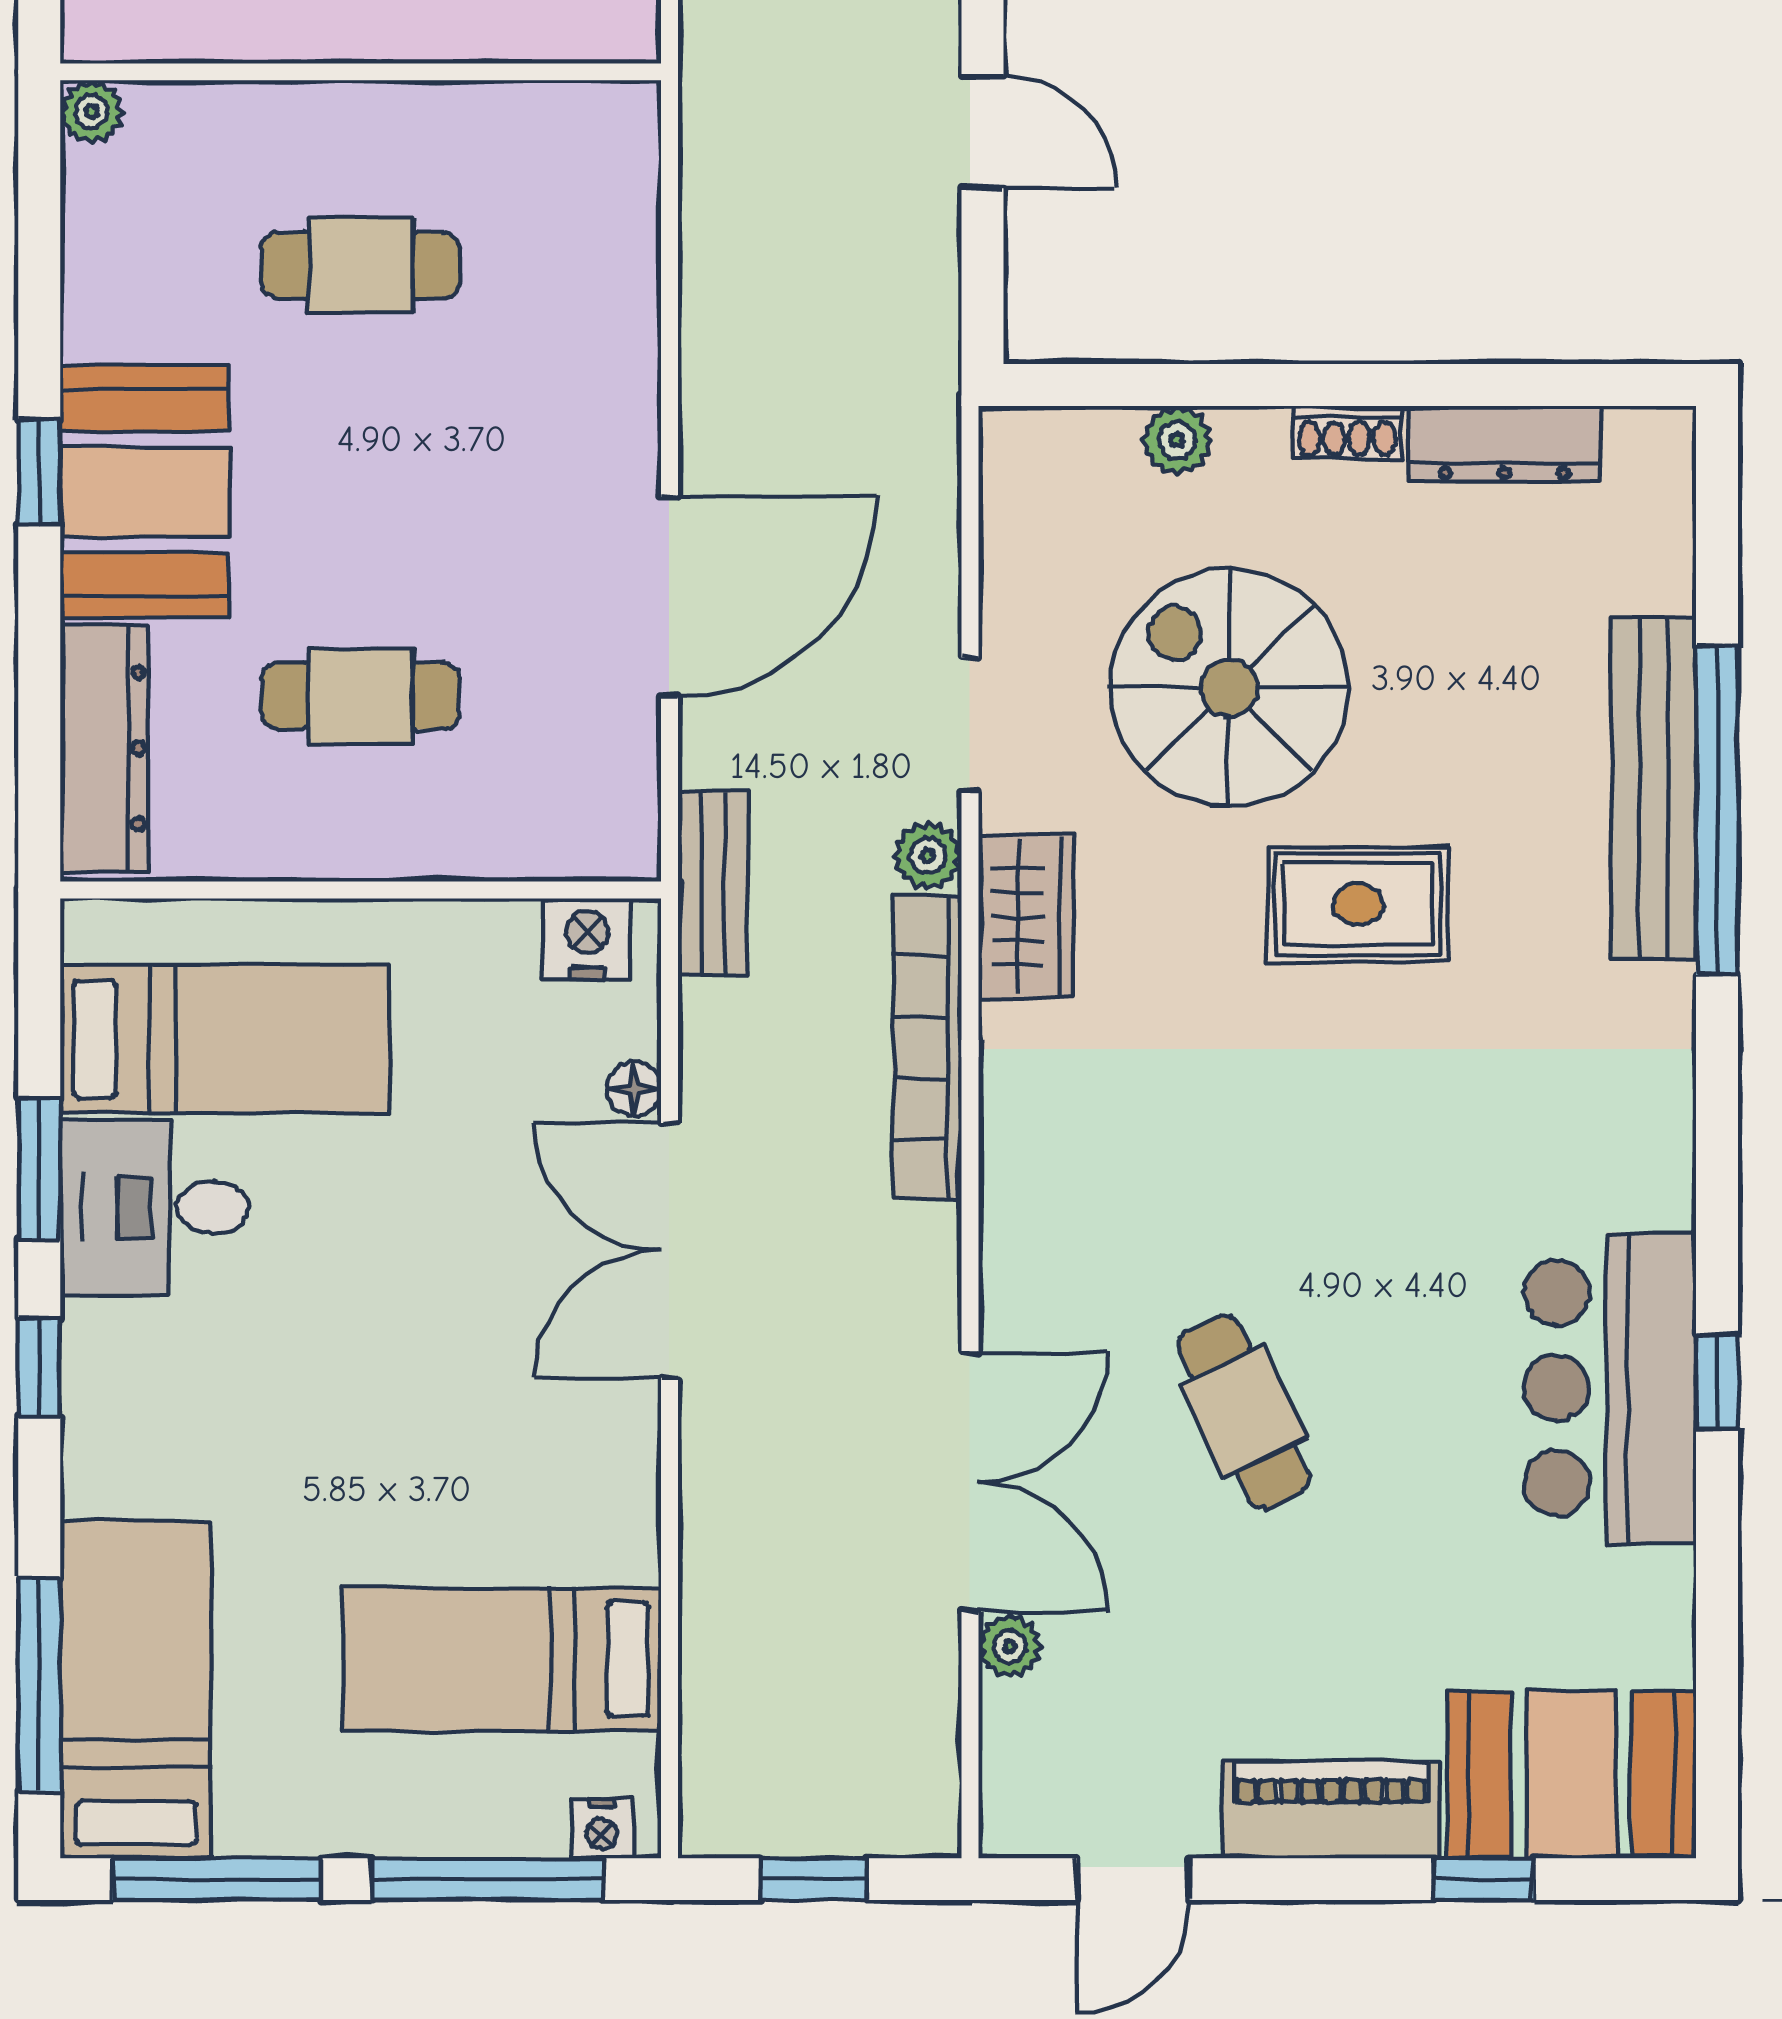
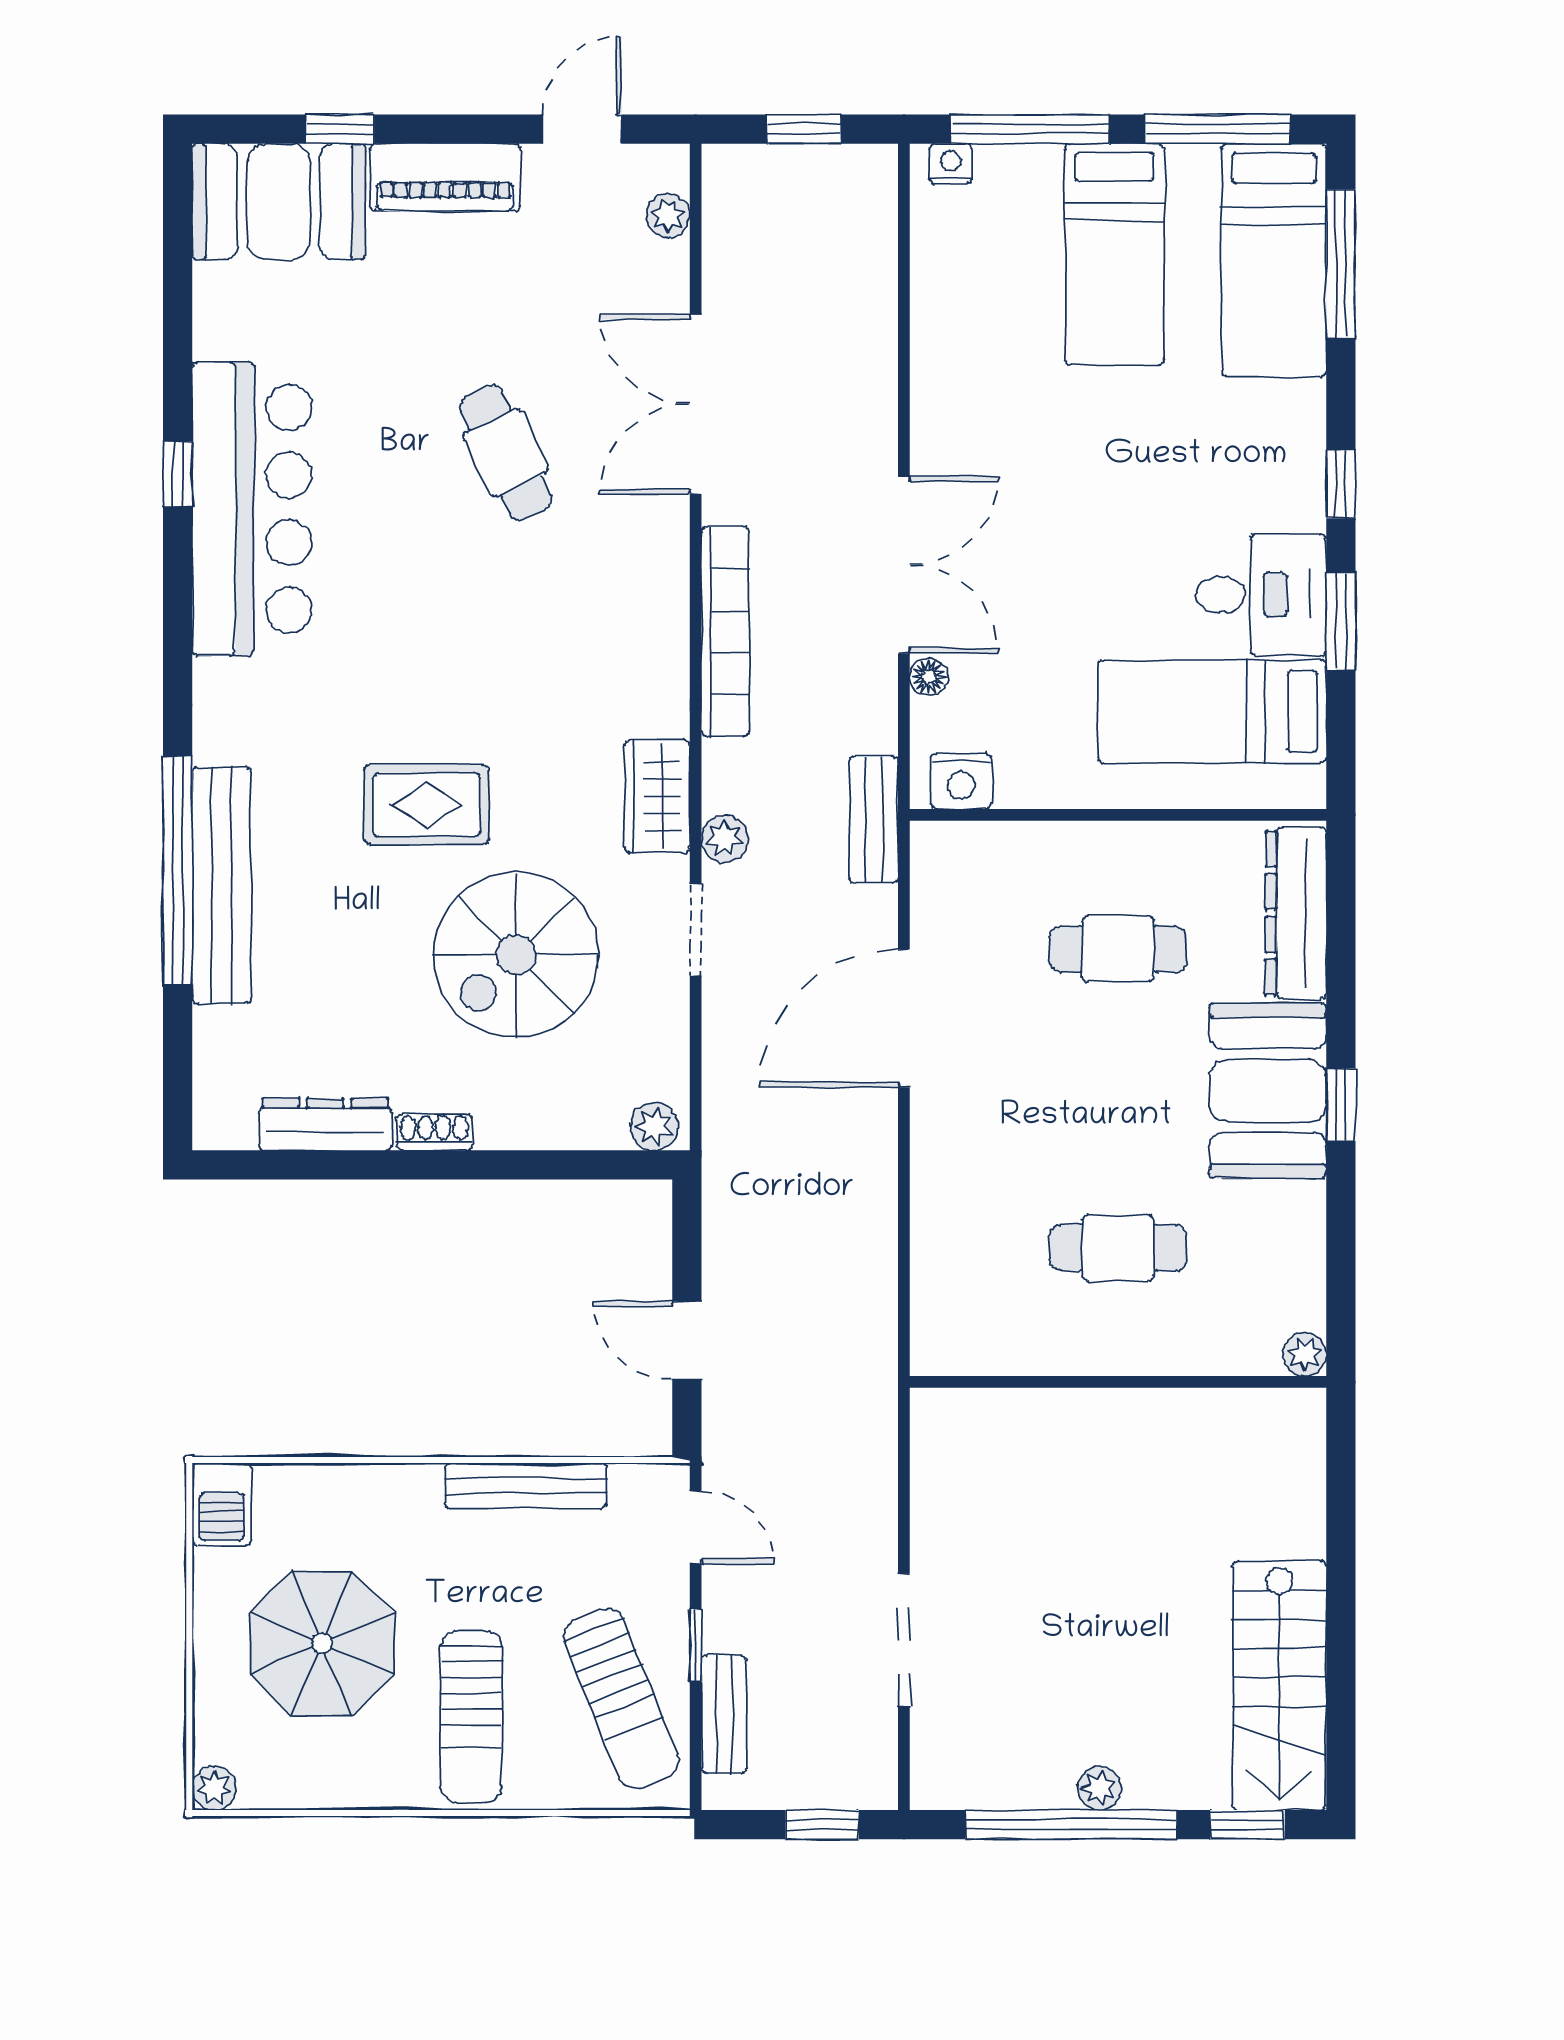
plant: (1177, 440) -> (654, 1127), moved
spiral stairs: (1229, 688) -> (516, 955), turned 90
bookcase: (927, 1048) -> (725, 632), moved
bar counter: (1610, 1388) -> (252, 509), width x1.36
plant: (1010, 1646) -> (668, 216), moved
bed: (502, 1659) -> (1114, 254), moved, turned 90

